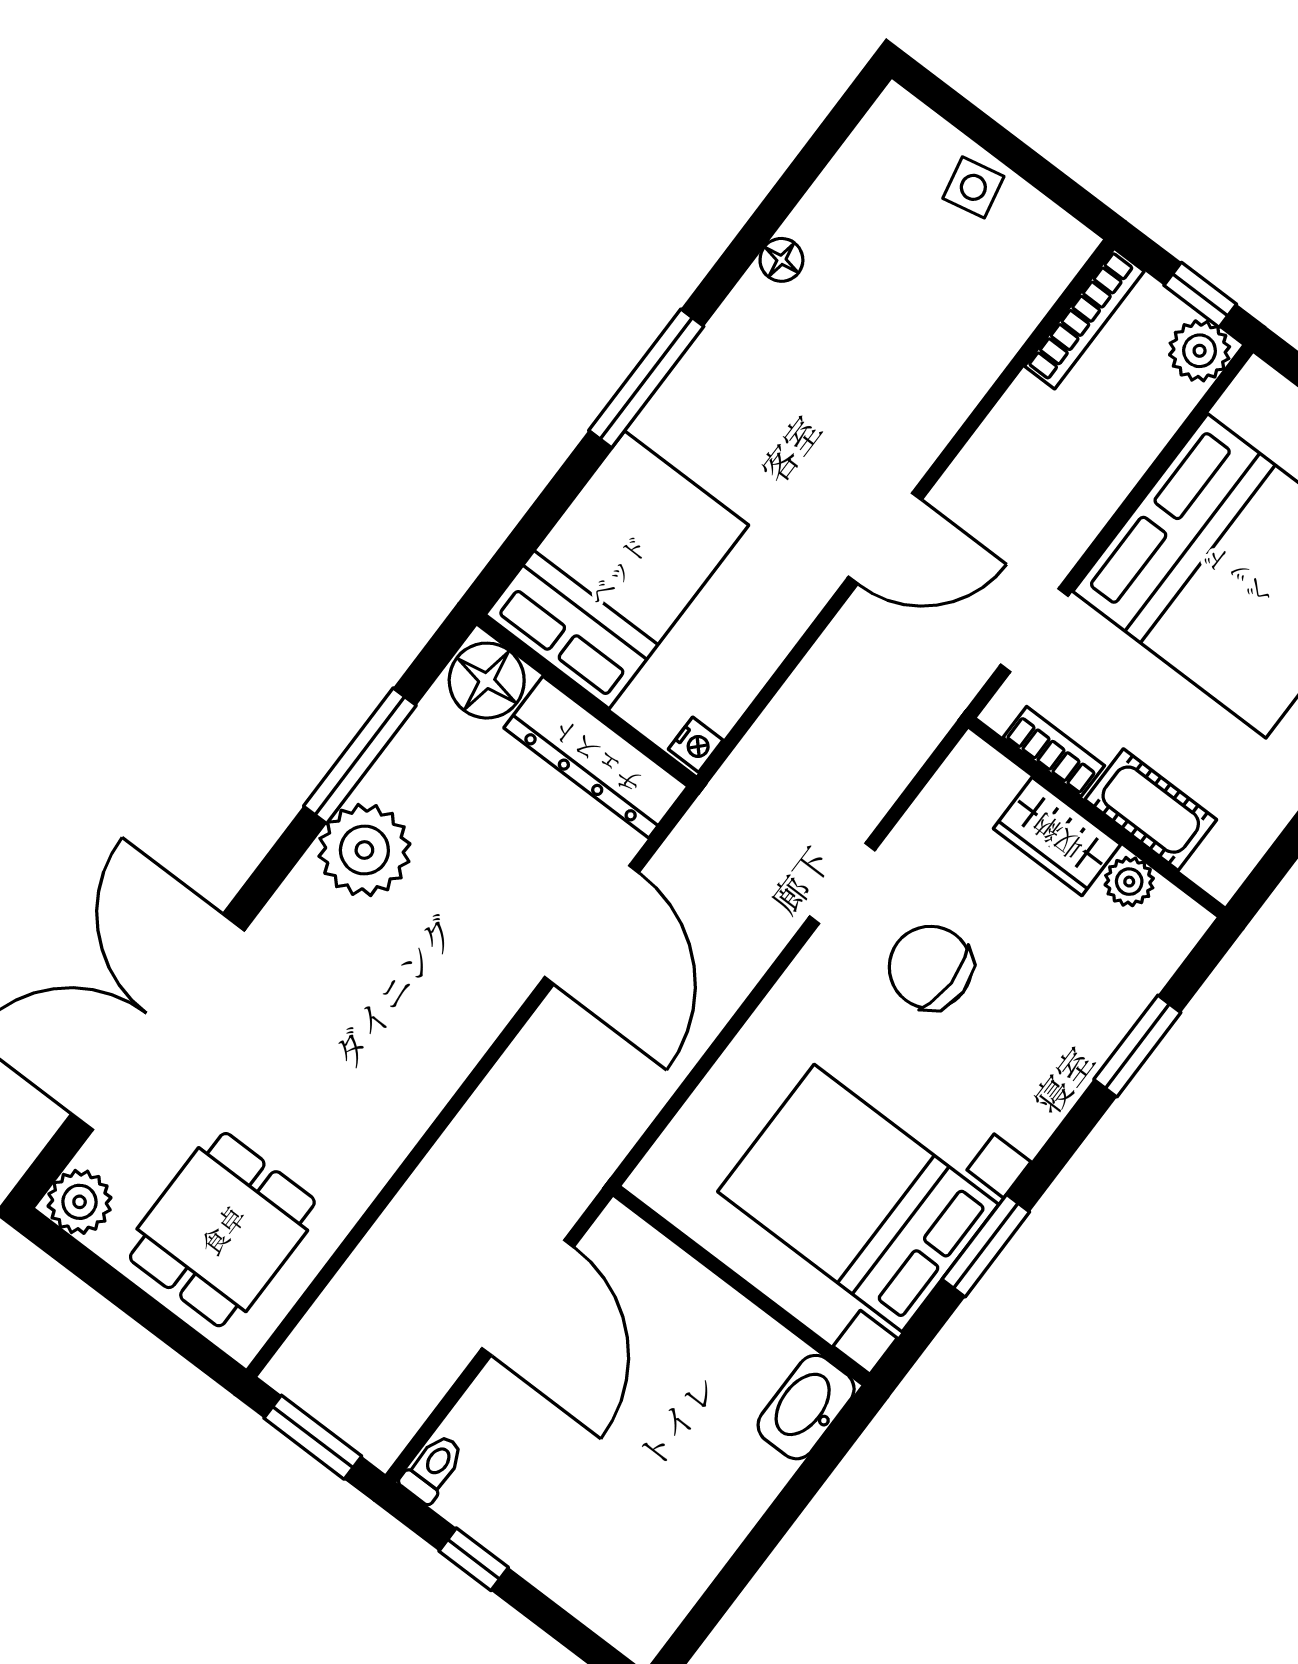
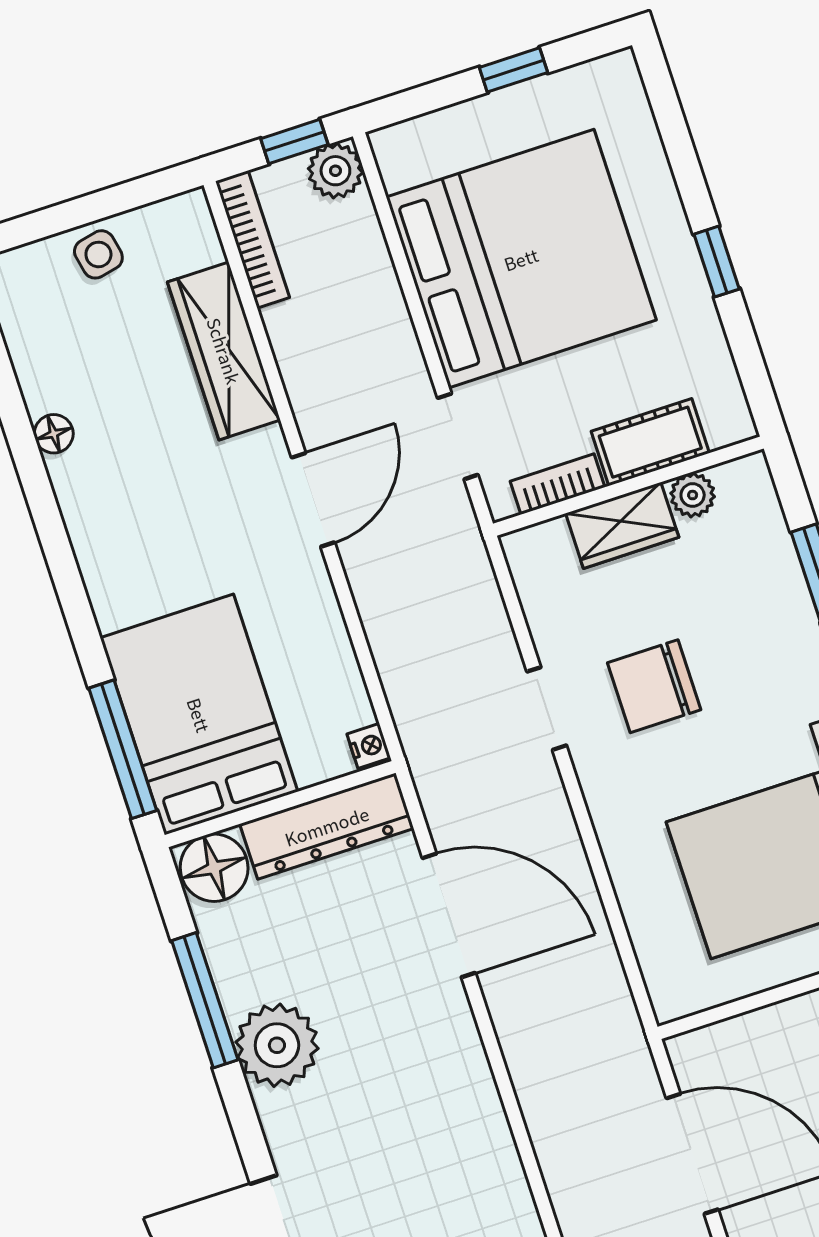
wardrobe: (965, 363) -> (224, 351), added
window: (646, 378) -> (123, 749), moved

